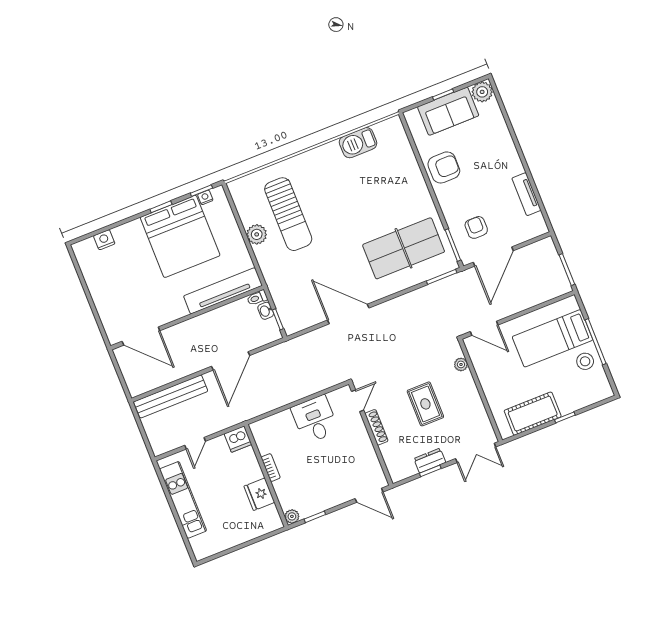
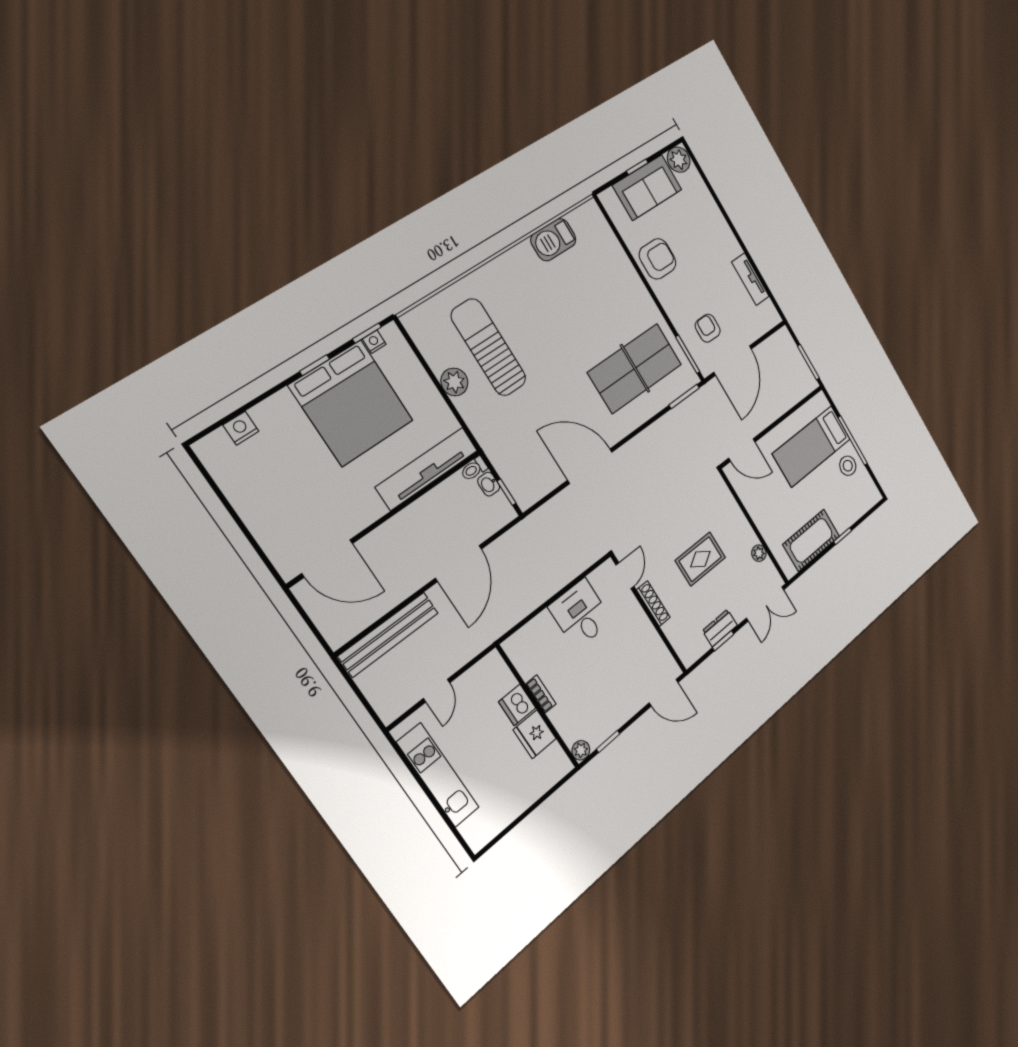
sun lounger: (288, 214) -> (489, 347), turned 180
plant: (461, 364) -> (759, 553), moved
rug: (425, 404) -> (700, 559), turned 90
dishwasher: (238, 439) -> (517, 705), moved, turned 90

